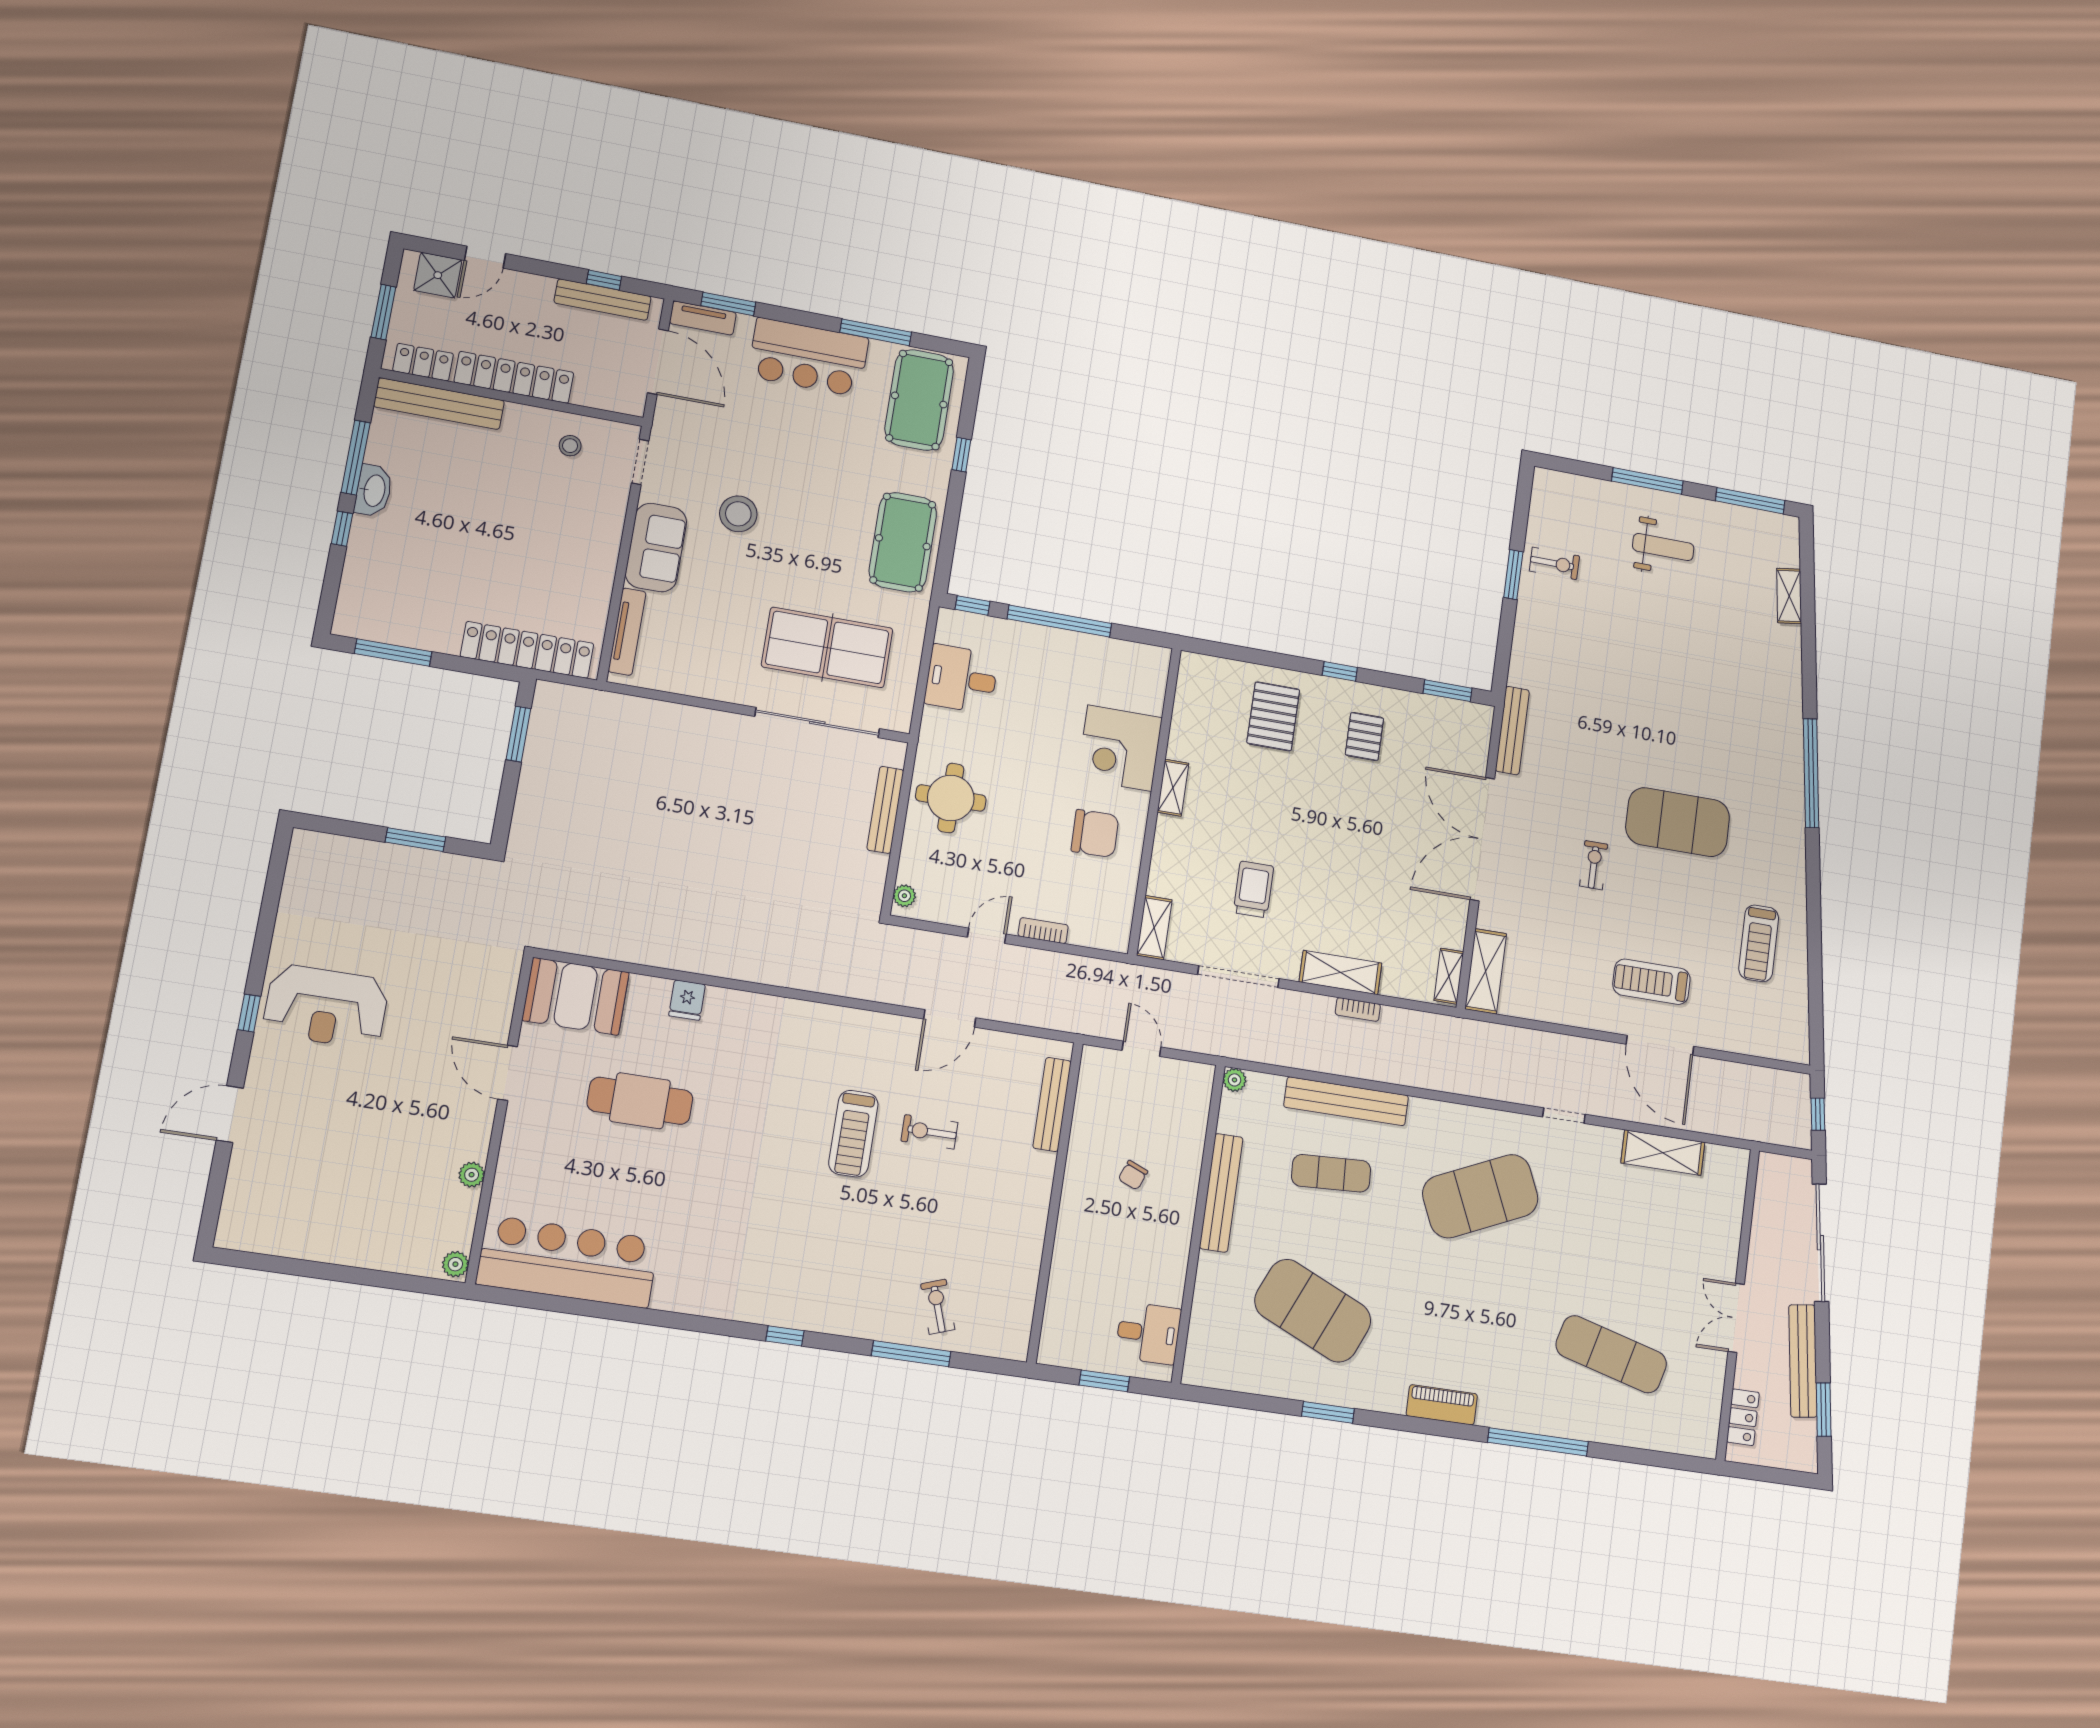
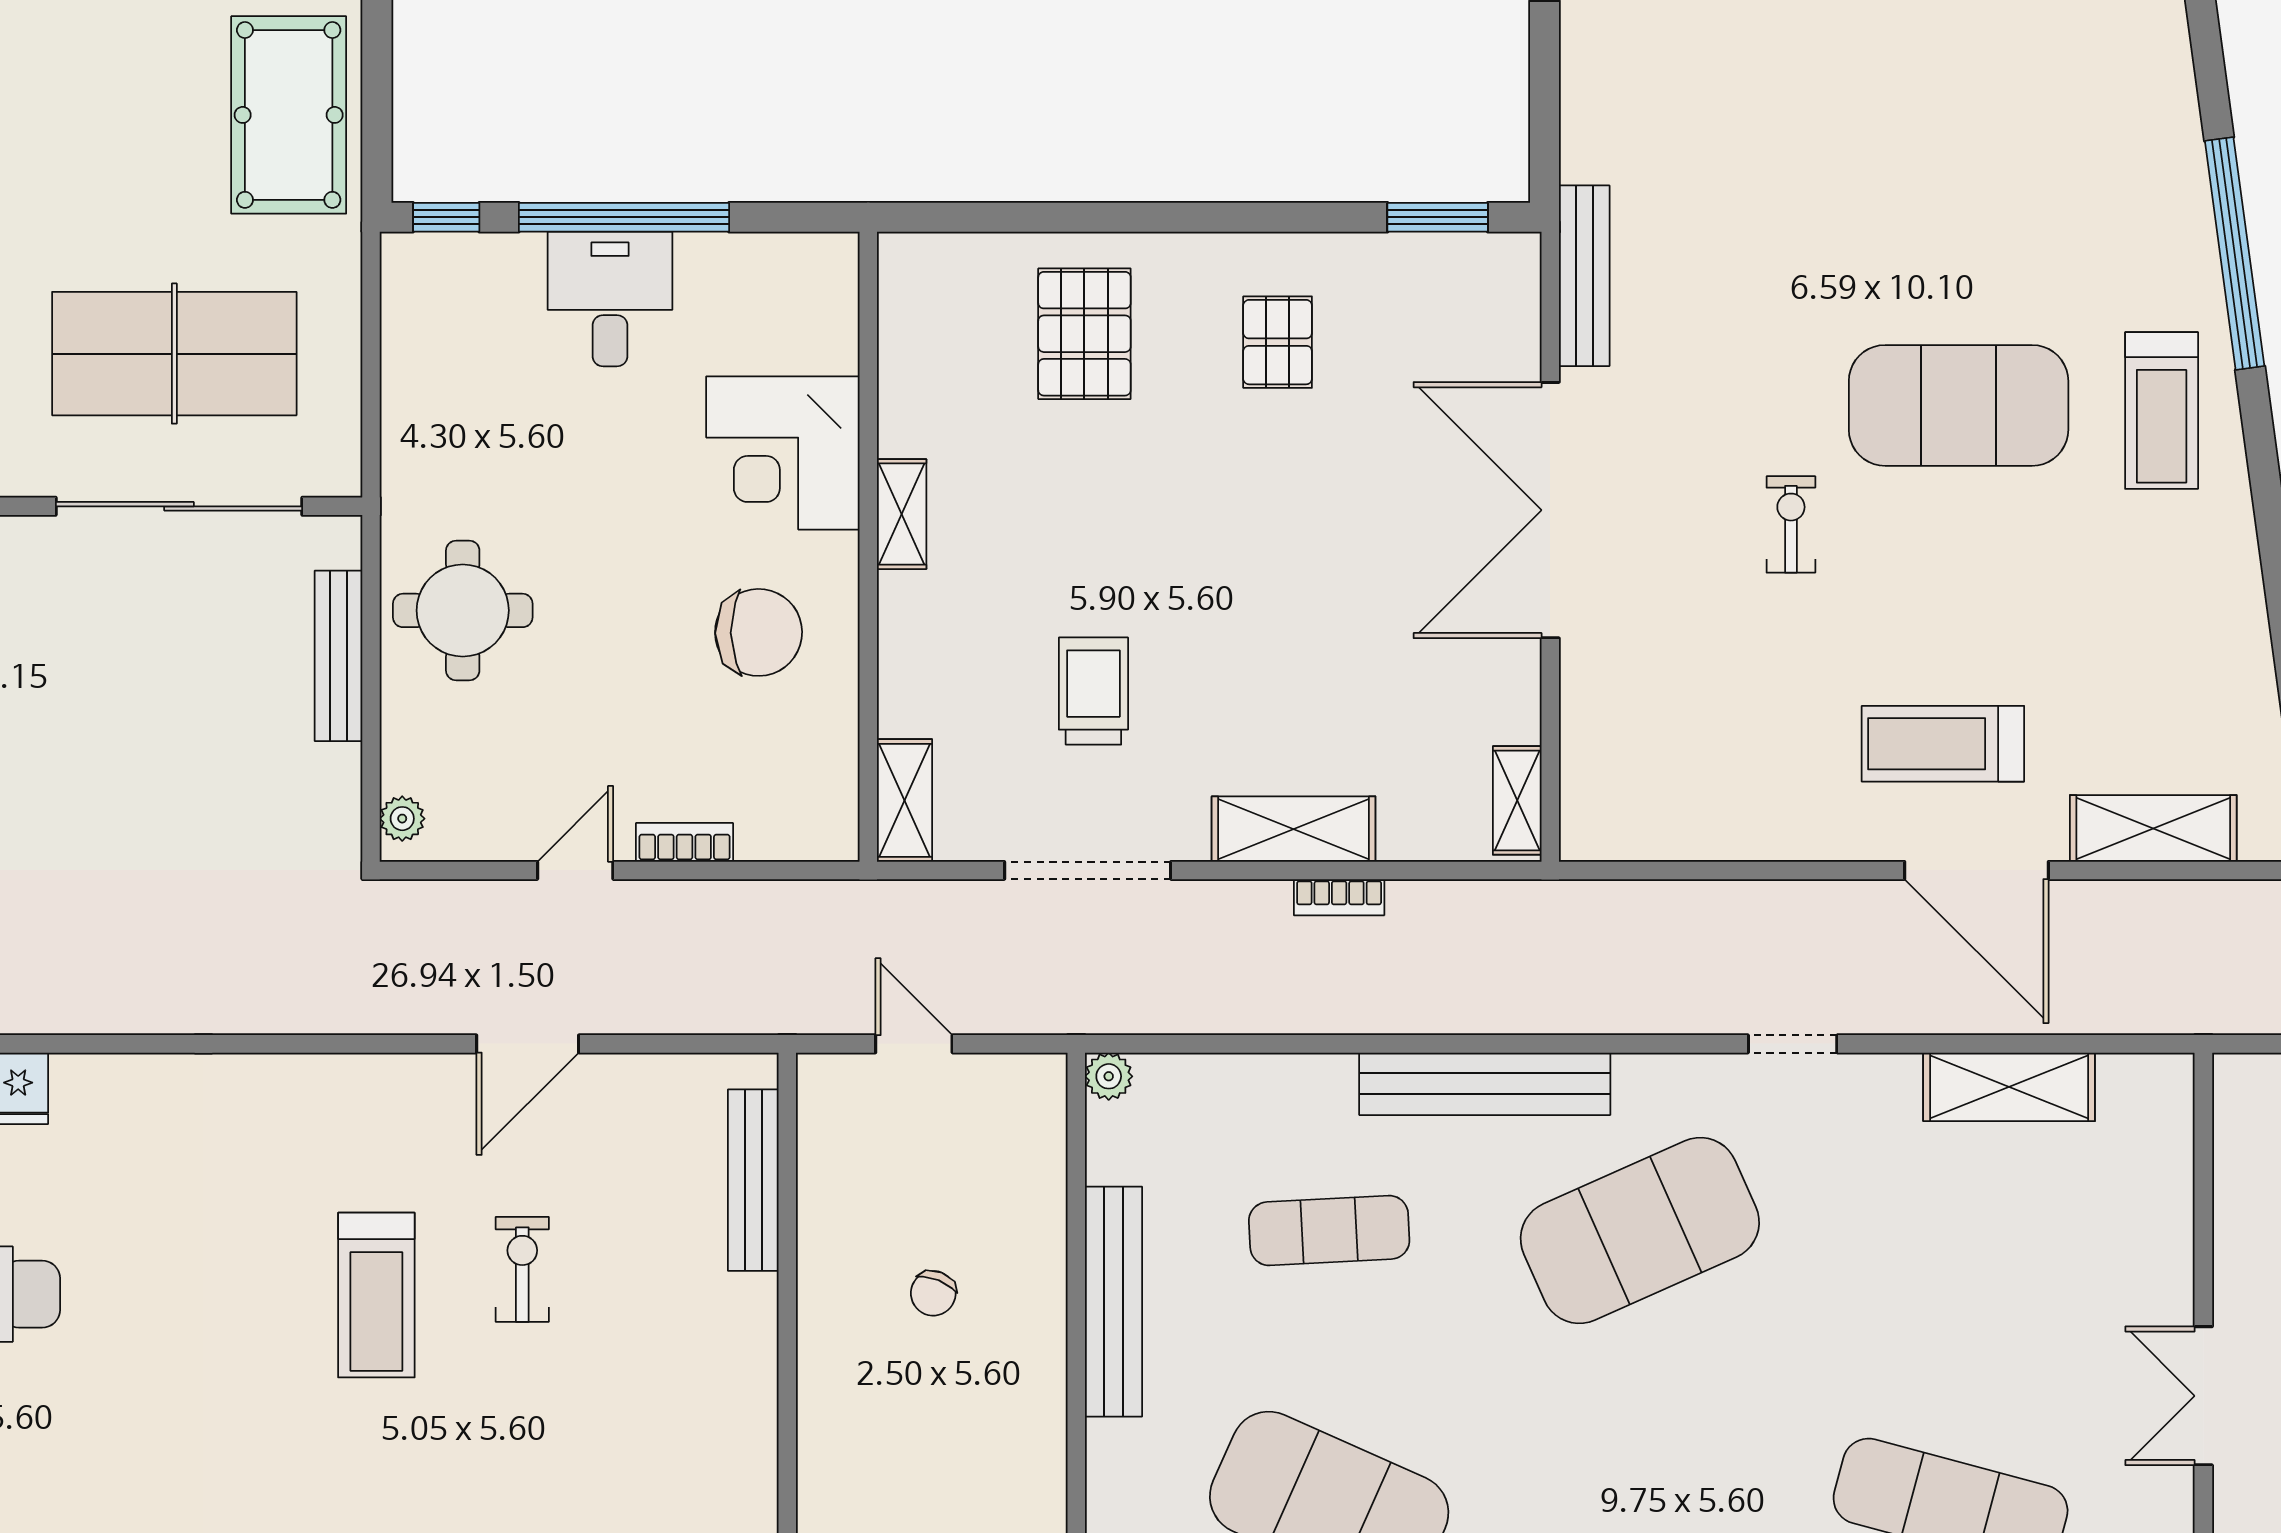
window: (1340, 671) -> (1209, 217), removed
desk: (961, 679) -> (610, 299), moved, turned 90
treadmill: (1759, 943) -> (2162, 411), moved
shelving: (1486, 971) -> (2153, 828), moved, turned 90
bench: (1346, 1101) -> (1485, 1084), moved
exercise bike: (929, 1132) -> (522, 1269), turned 90

